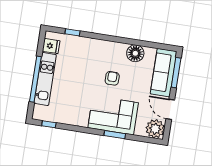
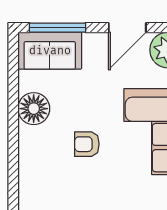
sofa: (164, 73) -> (50, 51), width x0.73

